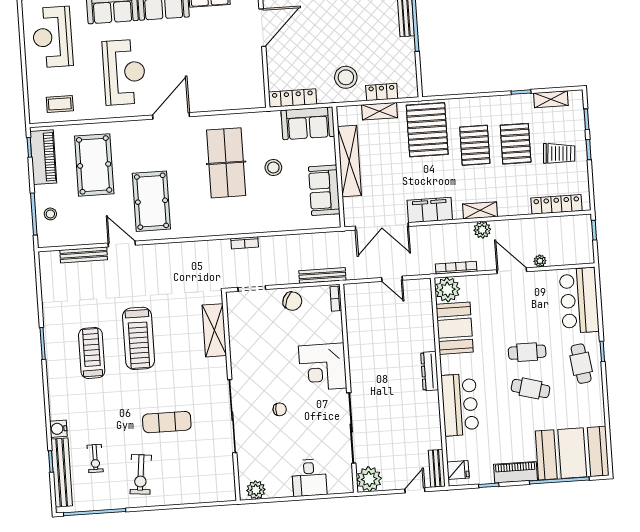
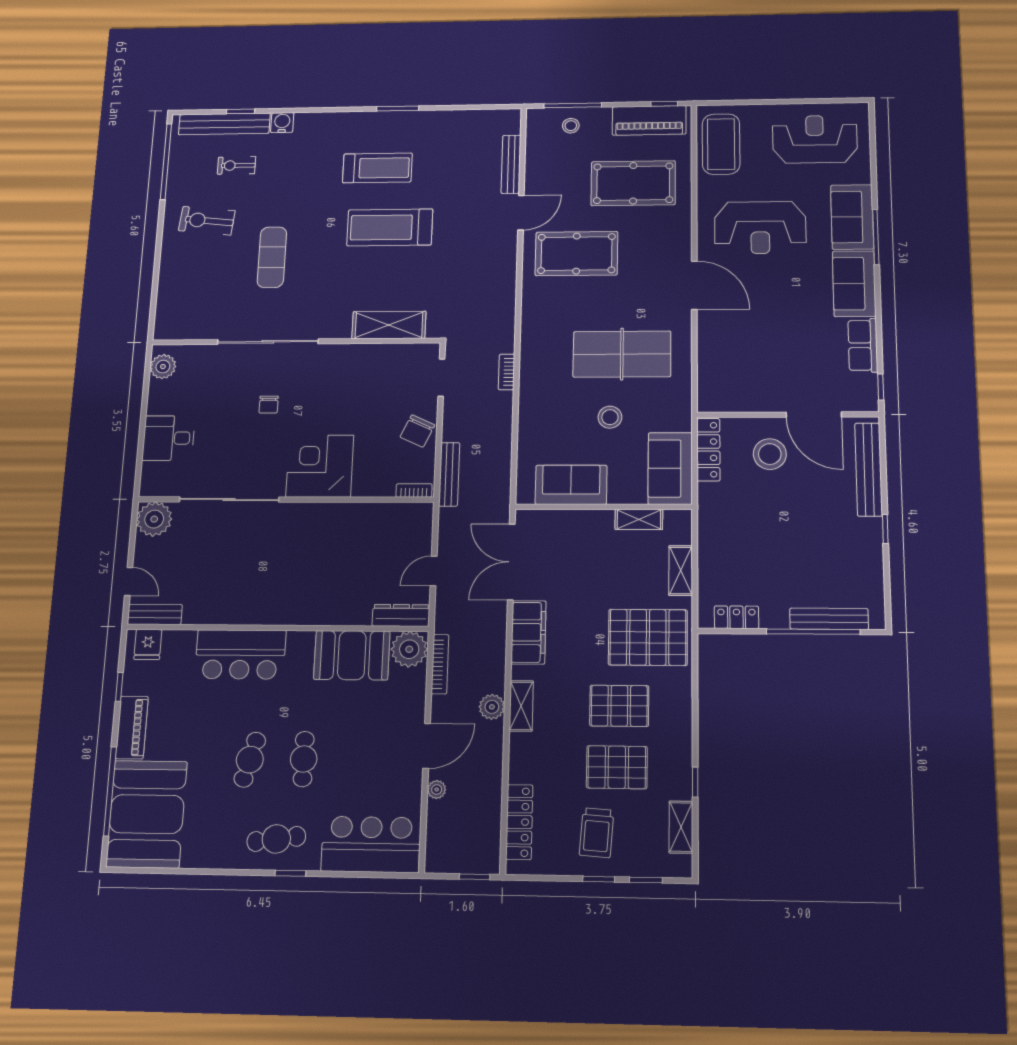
stool: (346, 77) -> (770, 454), moved
locker: (382, 92) -> (736, 617), moved, turned -90
coffee table: (60, 104) -> (721, 144), width x1.86, depth x1.72
shelving: (349, 161) -> (639, 519), width x0.45, depth x0.75
dresser: (430, 371) -> (401, 615), moved

